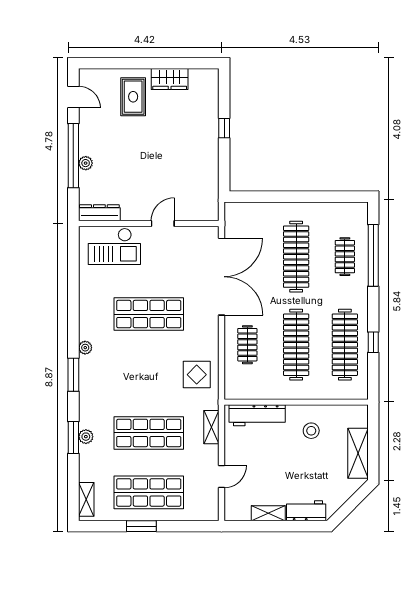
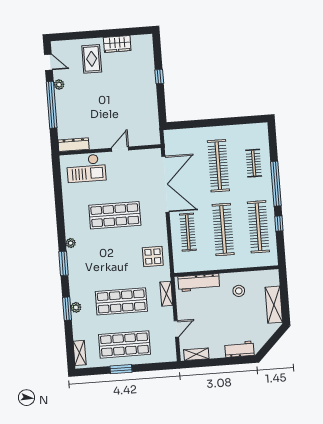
plant: (86, 163) -> (59, 85), moved
window: (373, 255) -> (276, 184), moved
clothes rail: (247, 345) -> (188, 232), width x1.36
shelving: (268, 513) -> (196, 354), moved

